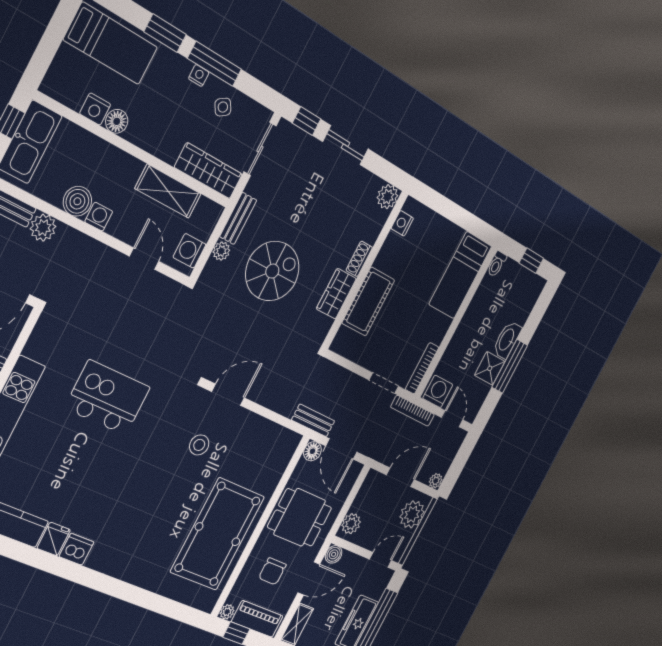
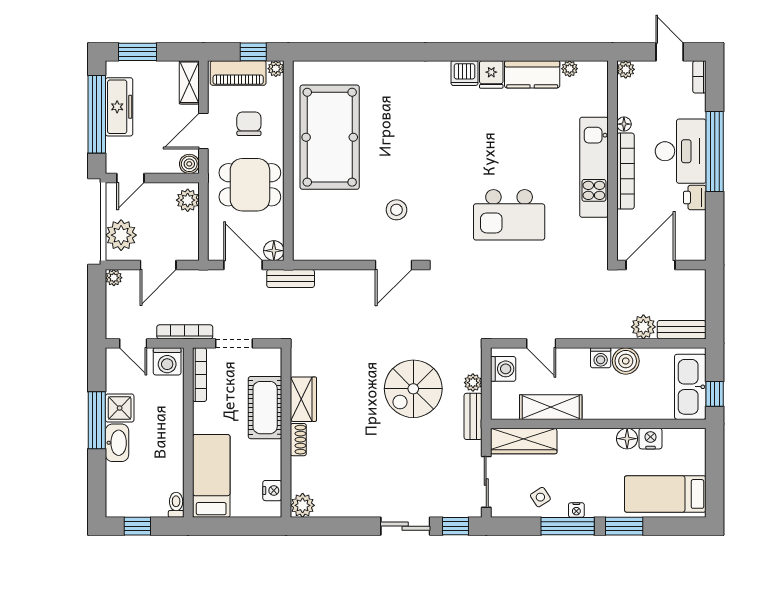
plant: (388, 197) -> (303, 505), moved
nightstand: (402, 223) -> (272, 491), moved
shoe rack: (359, 259) -> (298, 440), moved
wall: (365, 270) -> (286, 433), moved
wardrobe: (336, 294) -> (303, 399), moved
cot: (368, 302) -> (265, 408), moved

